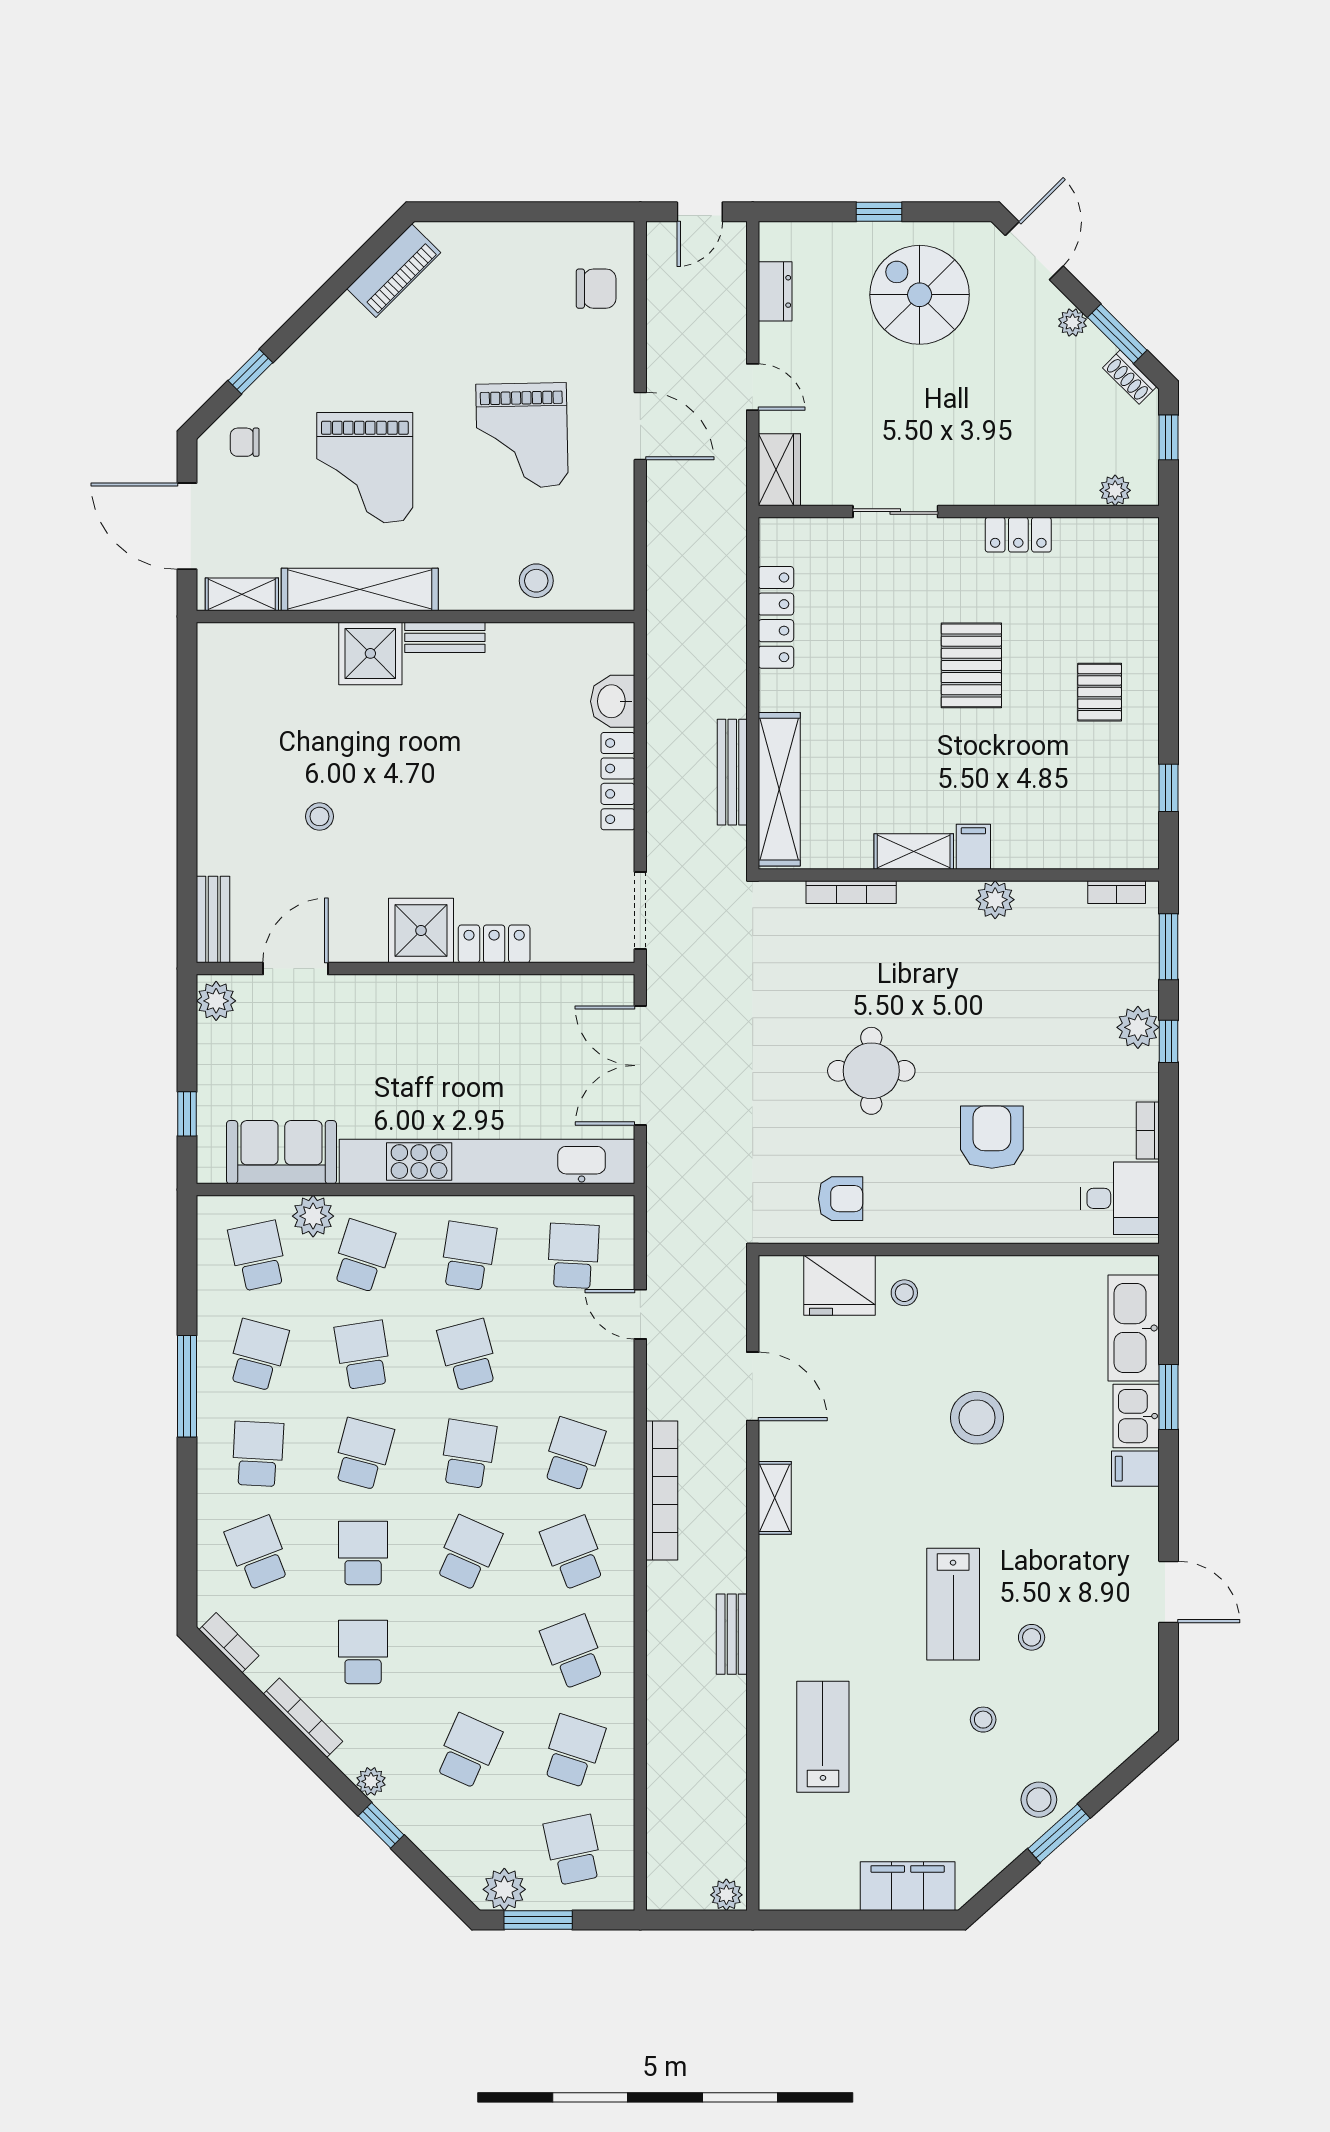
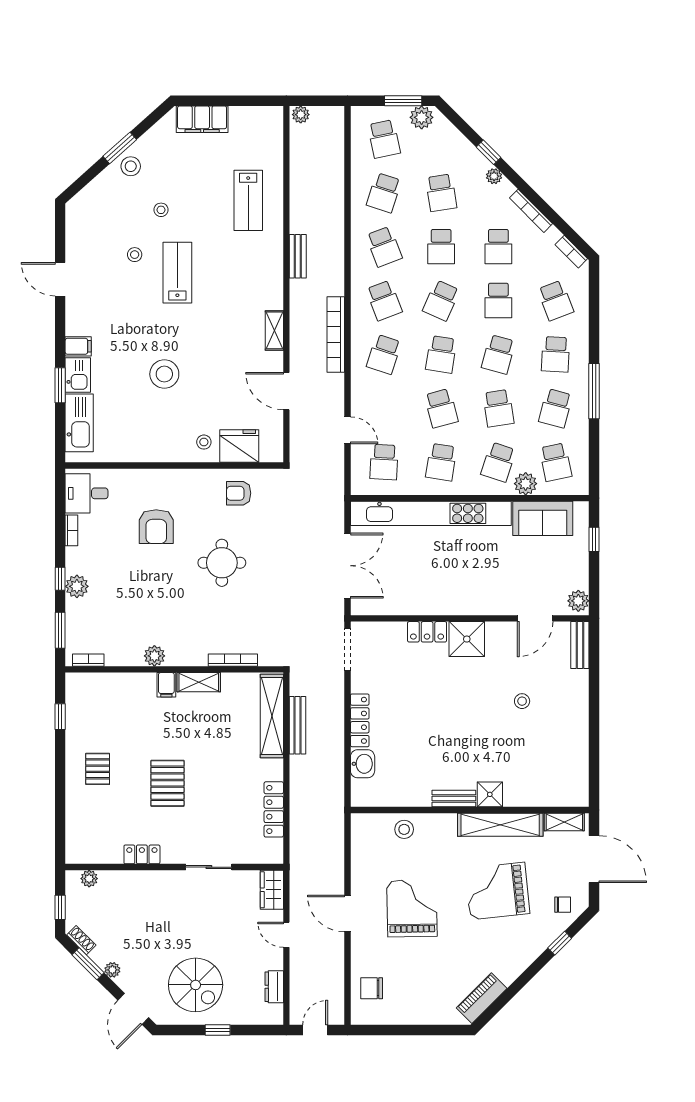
grand piano: (365, 468) -> (497, 891), turned -96
shower: (370, 653) -> (490, 794), width x0.73, depth x0.73
school desk: (468, 1652) -> (441, 247), added
school desk: (468, 1751) -> (441, 193), turned -33

